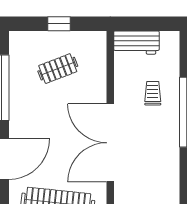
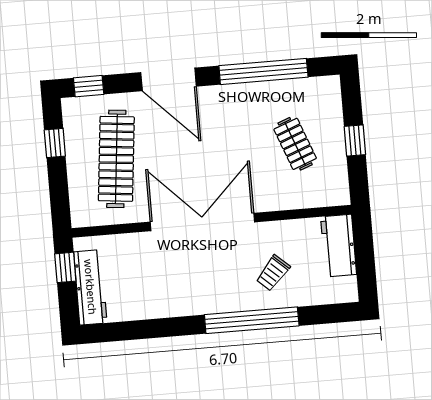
trolley: (153, 93) -> (273, 273), turned 132

